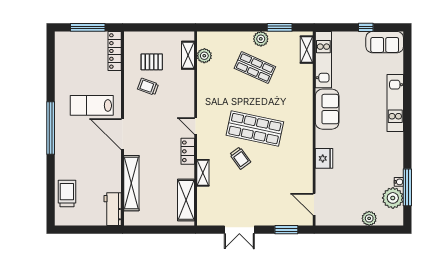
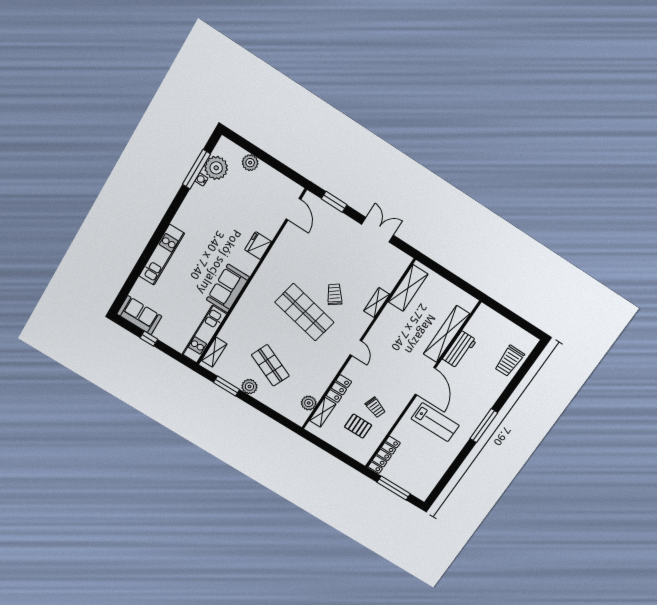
window: (51, 128) -> (484, 426), width x0.68
locker: (188, 151) -> (339, 389), moved
workbench: (113, 209) -> (460, 350), moved

